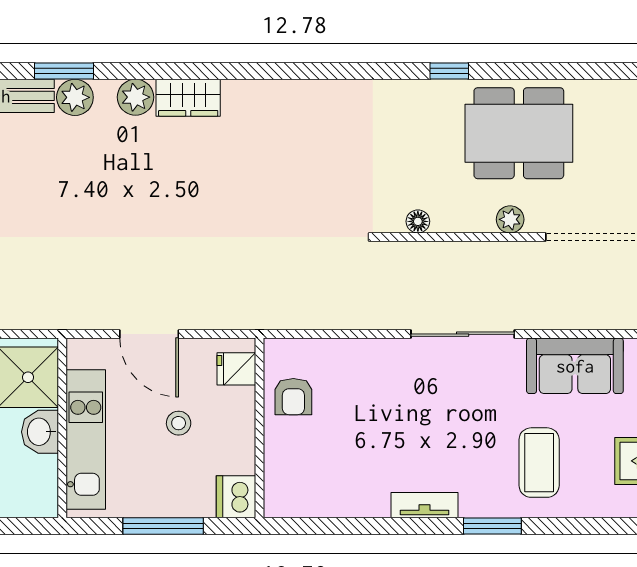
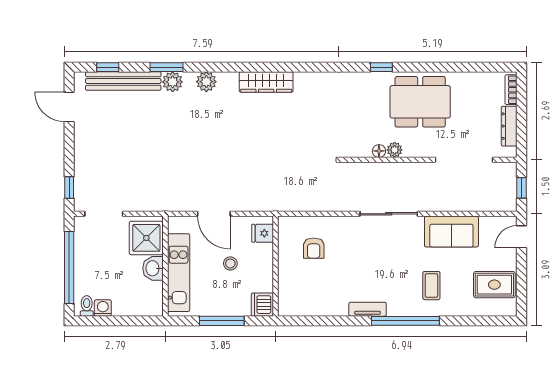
wardrobe: (188, 98) -> (266, 82), moved, width x1.50
plant: (510, 219) -> (395, 150), moved
floor lamp: (418, 221) -> (379, 151), moved
armchair: (293, 397) -> (314, 248), moved
coffee table: (539, 463) -> (431, 286), width x0.73, depth x0.77
window: (492, 526) -> (405, 321), width x2.11

